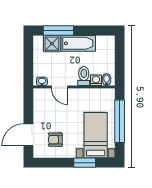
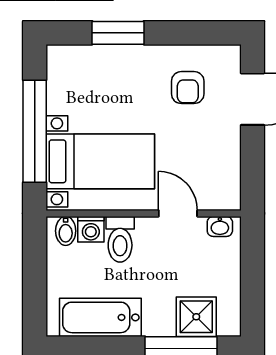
bathtub: (78, 43) -> (100, 317), moved
bed with nightstands: (96, 135) -> (100, 161), moved, turned -90
armchair: (55, 140) -> (188, 88), turned 90

